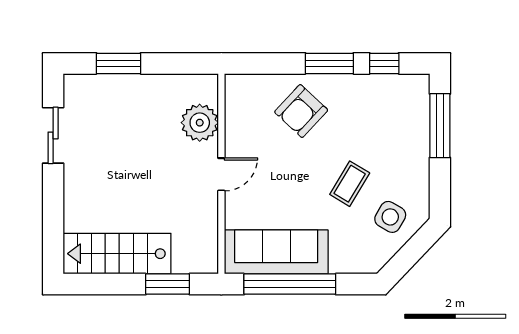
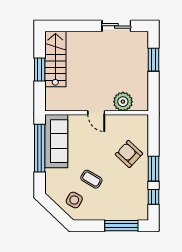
window: (168, 284) -> (40, 70), moved

